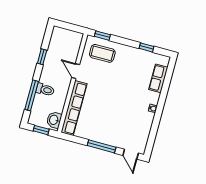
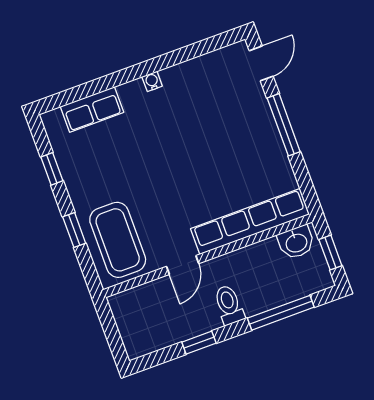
window: (102, 36) -> (74, 230), moved
coffee table: (102, 53) -> (118, 240), width x1.36, depth x1.32
toilet: (45, 90) -> (229, 305), moved

